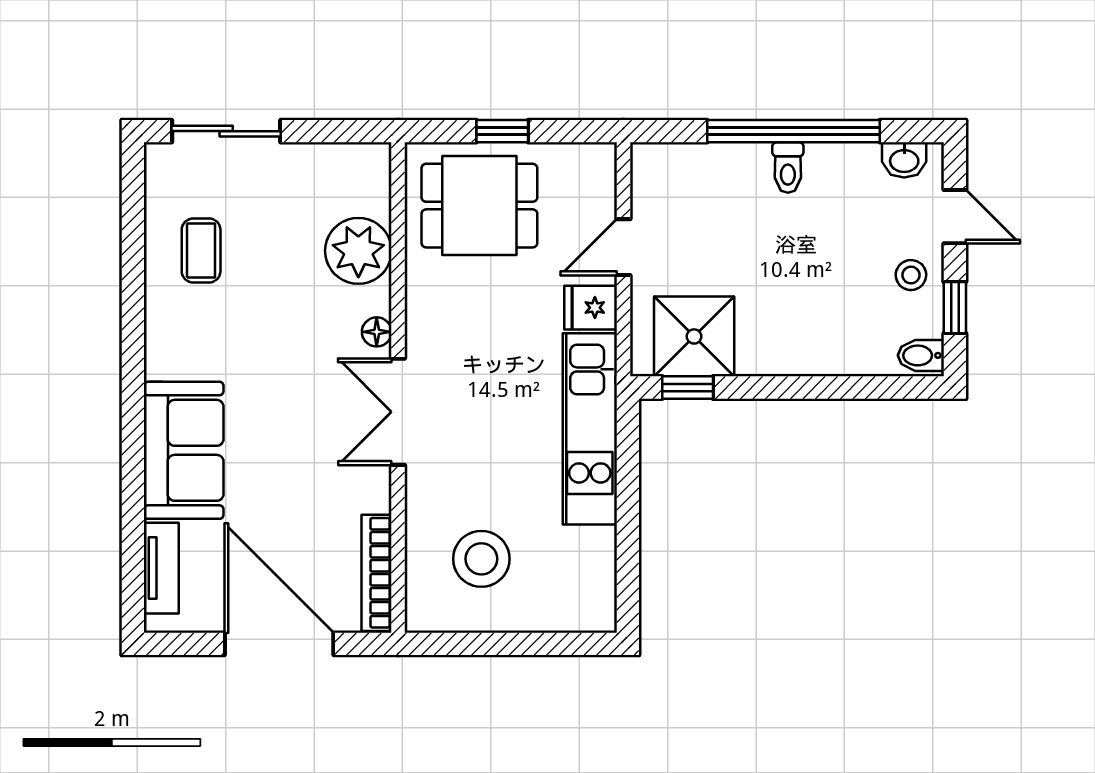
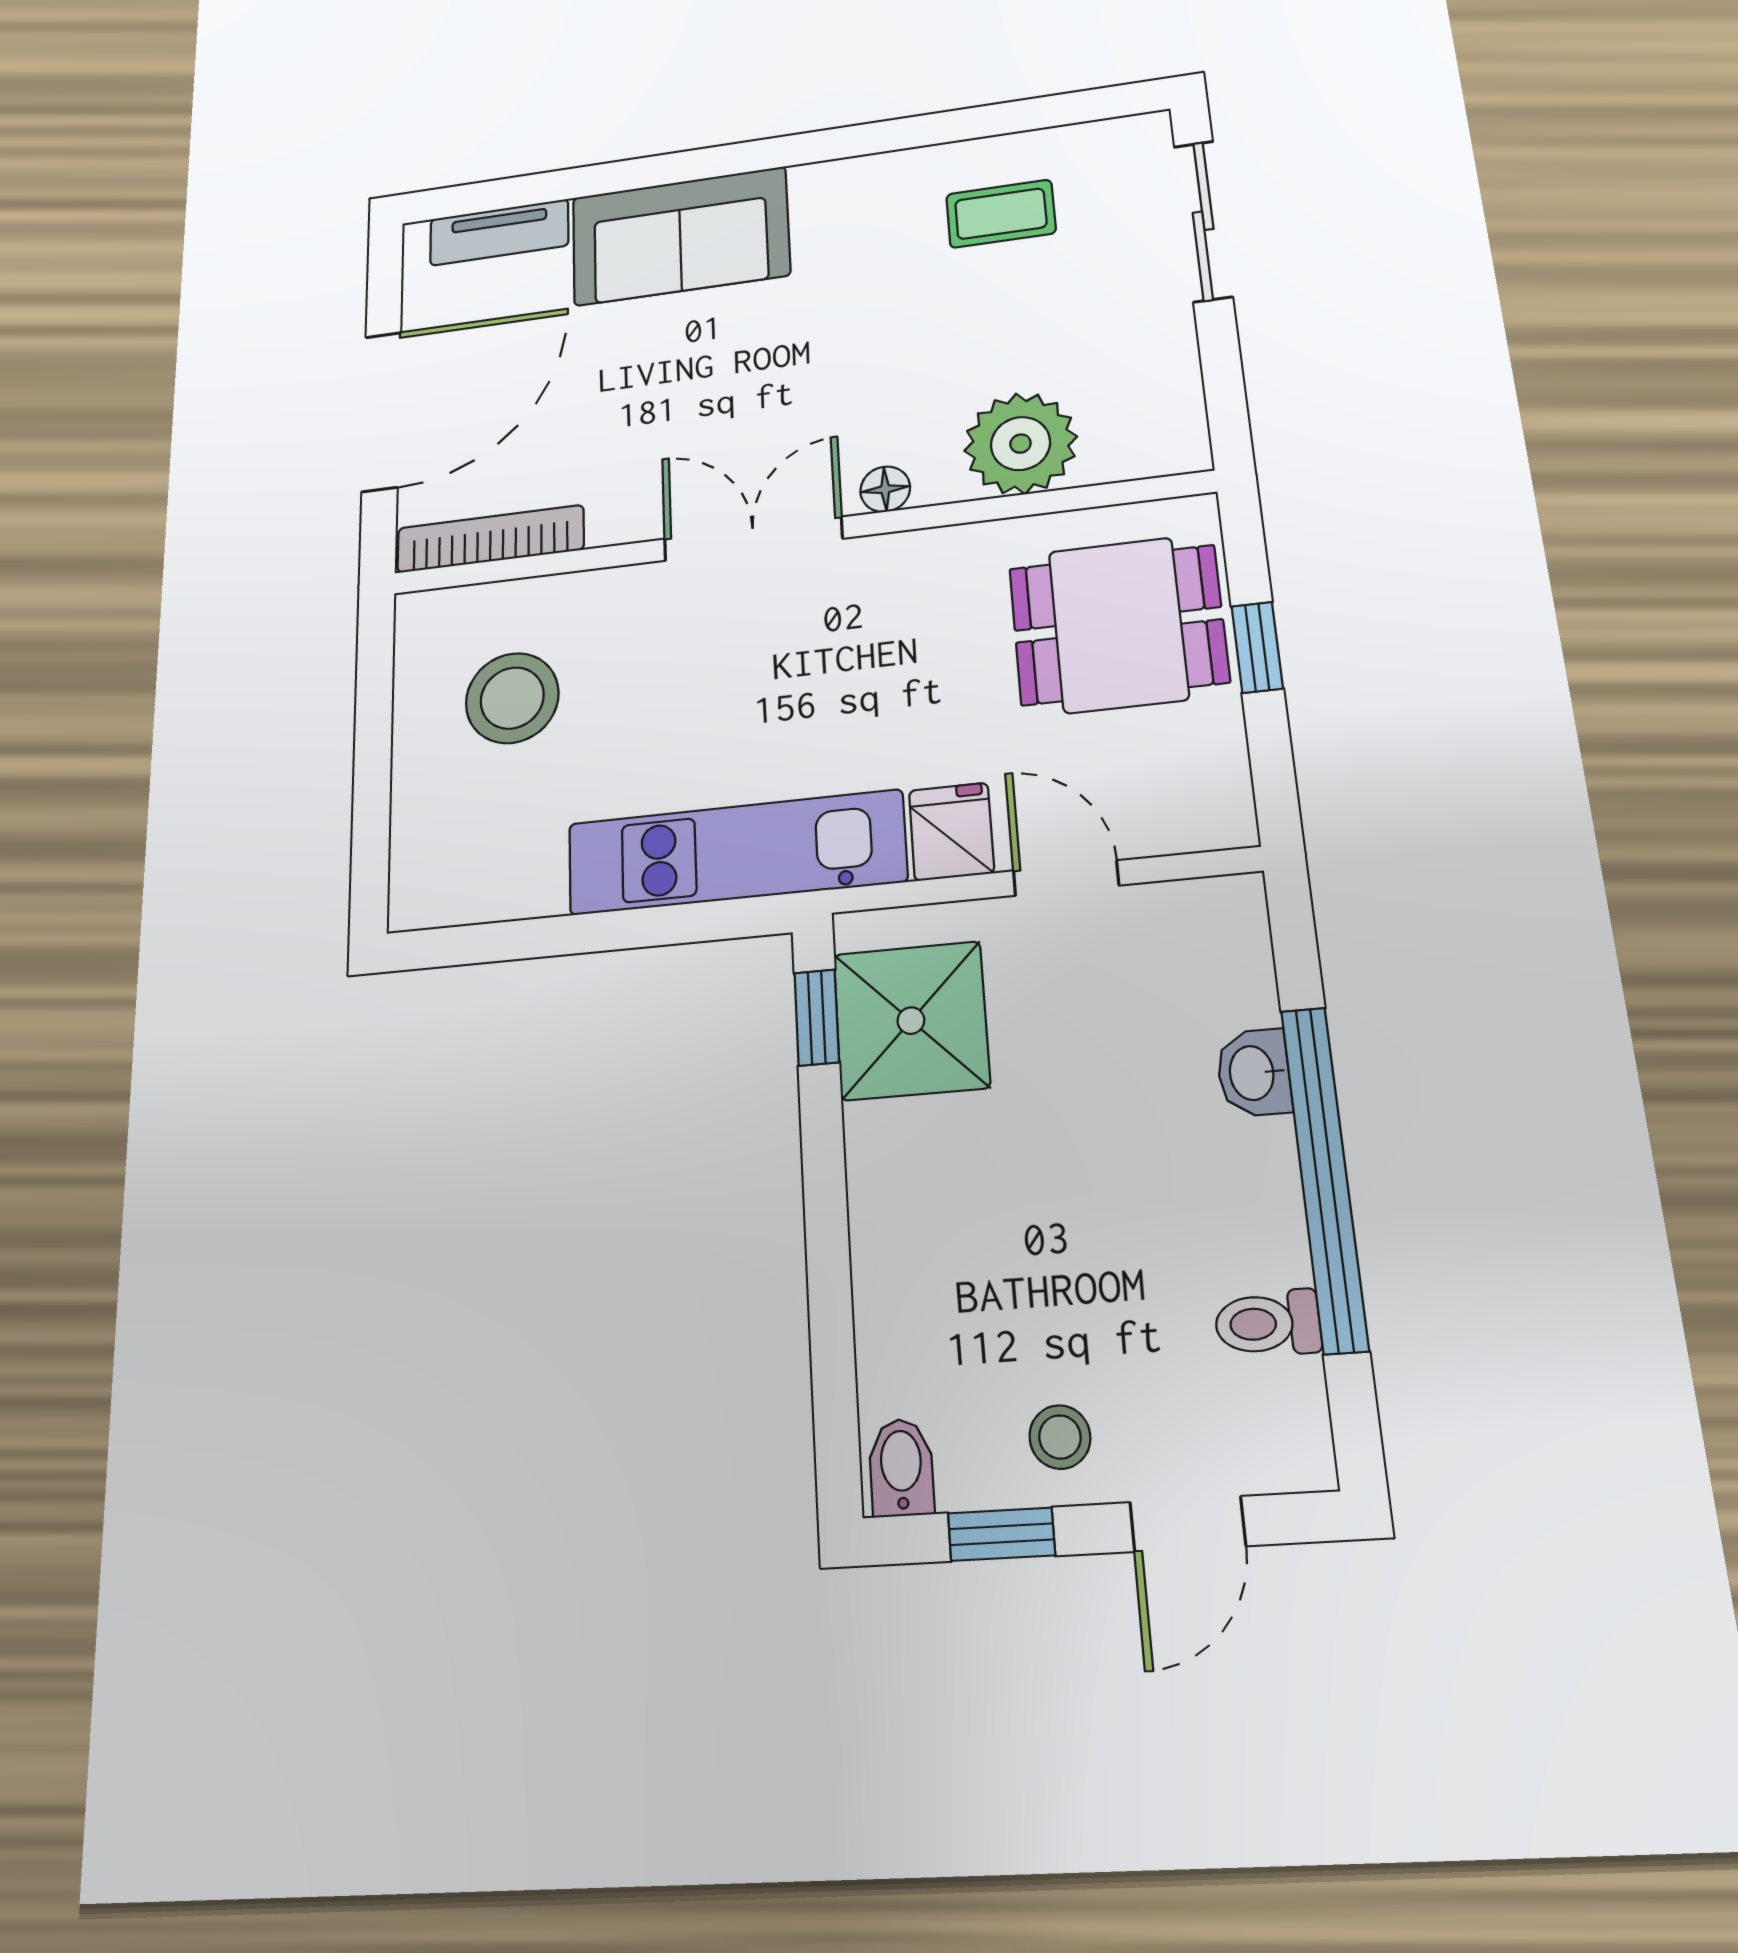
washbasin: (904, 160) -> (1254, 1073), moved
toilet: (788, 168) -> (1268, 1323), moved
dining table: (479, 206) -> (1118, 625), turned 90

